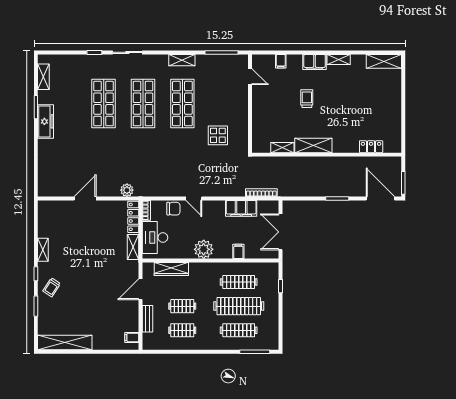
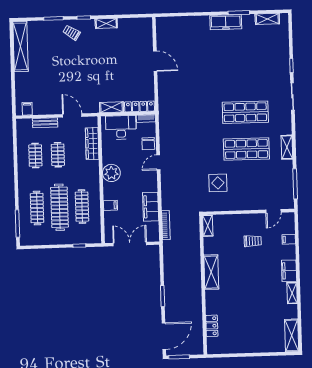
trolley: (307, 99) -> (253, 241), moved
shop shelf: (104, 104) -> (244, 75), removed
shelving: (282, 148) -> (208, 226), moved
plant: (127, 190) -> (164, 100), removed

